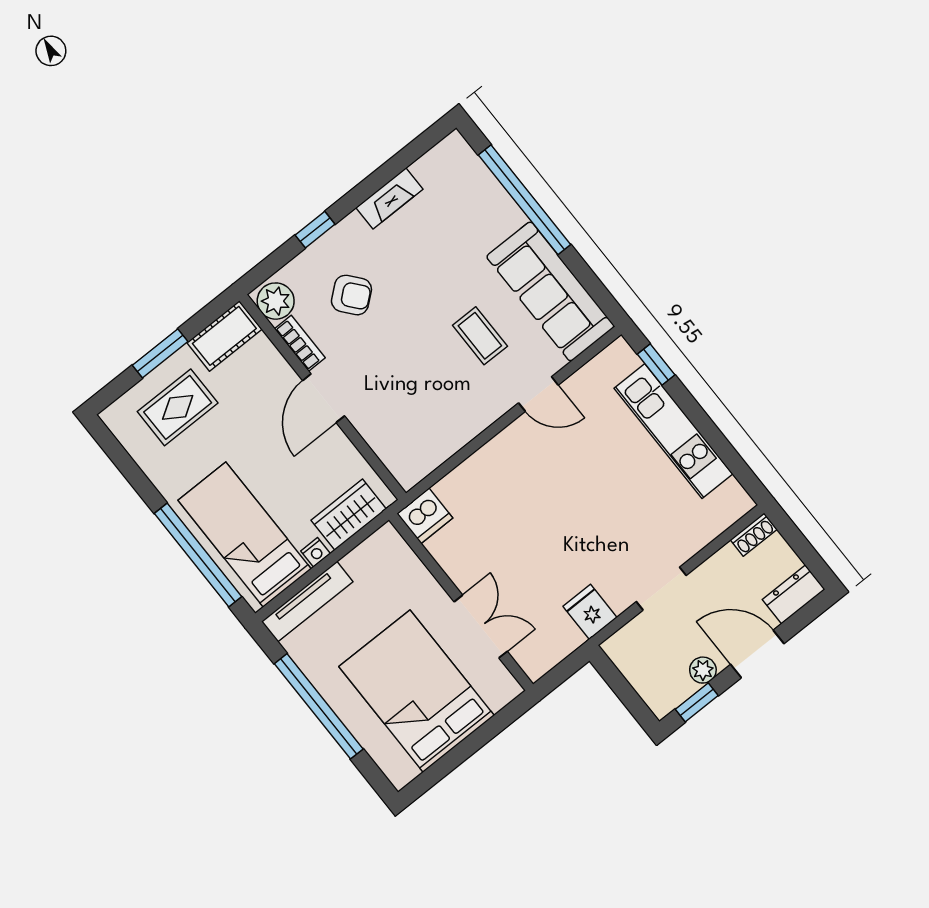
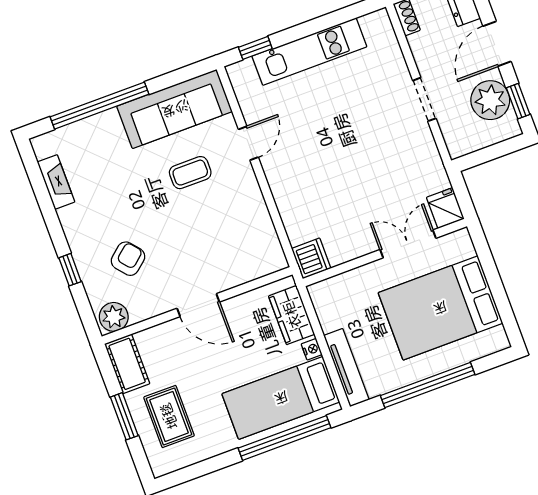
fireplace: (389, 198) -> (56, 182), moved
bookcase: (300, 343) -> (151, 309), removed
fridge: (590, 612) -> (445, 208), moved, turned 90
plant: (703, 670) -> (490, 100), width x1.88, depth x1.88

